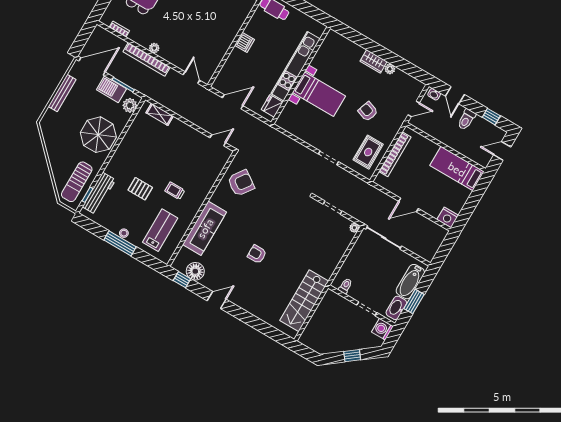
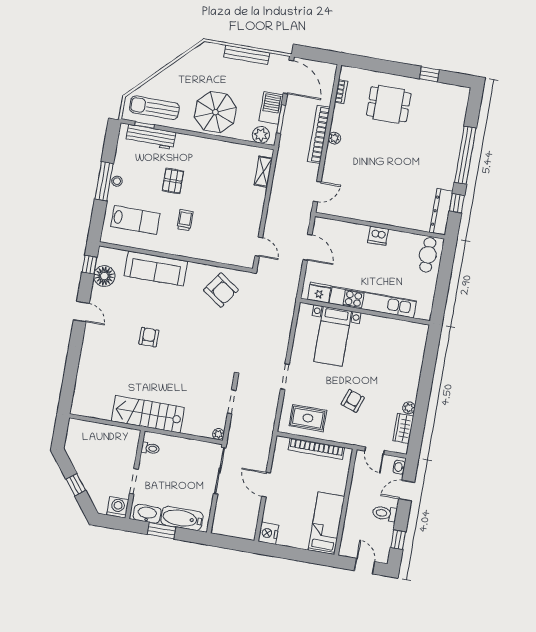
wardrobe: (374, 61) -> (403, 428), moved
bed with nightstands: (319, 94) -> (333, 336), moved
stairs: (304, 301) -> (148, 414), moved

